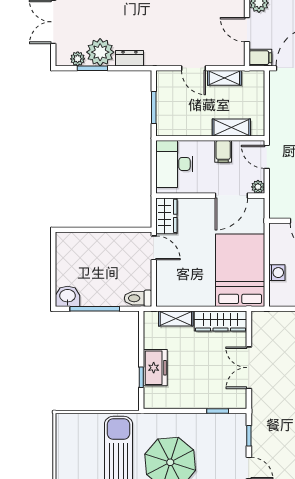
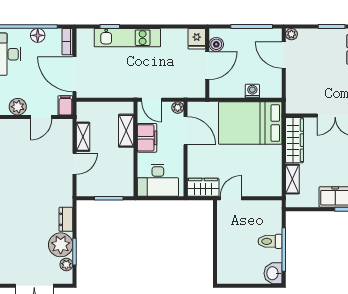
filing cabinet: (223, 151) -> (147, 138), width x2.00
door: (267, 157) -> (152, 100), hinge flipped
toilet: (138, 298) -> (270, 241), moved, turned 90

